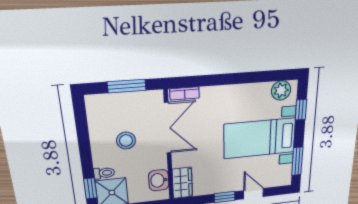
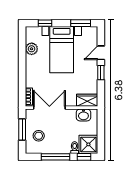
plant: (281, 90) -> (32, 49), moved
stool: (126, 141) -> (39, 136), moved
window: (84, 145) -> (55, 157), added

